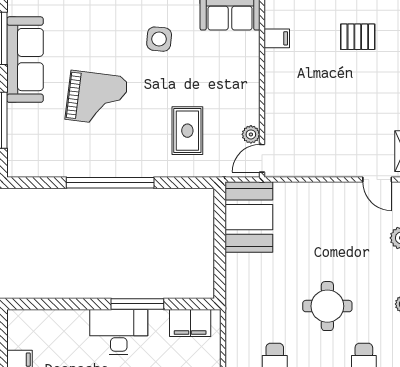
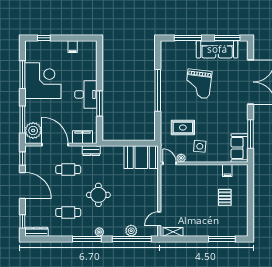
pallet: (358, 37) -> (225, 197), moved
side table: (159, 39) -> (200, 146), moved
dresser: (236, 321) -> (91, 151), added
filing cabinet: (190, 323) -> (82, 137), moved, turned 90

